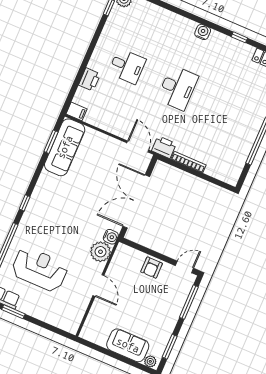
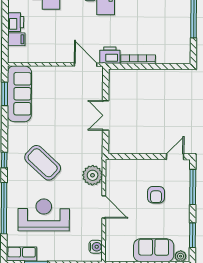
filing cabinet: (77, 111) -> (16, 39), moved
double door: (136, 201) -> (106, 115), width x0.54
coffee table: (59, 221) -> (43, 163), added
water cooler: (111, 237) -> (96, 247), moved
armchair: (152, 268) -> (156, 195), moved

